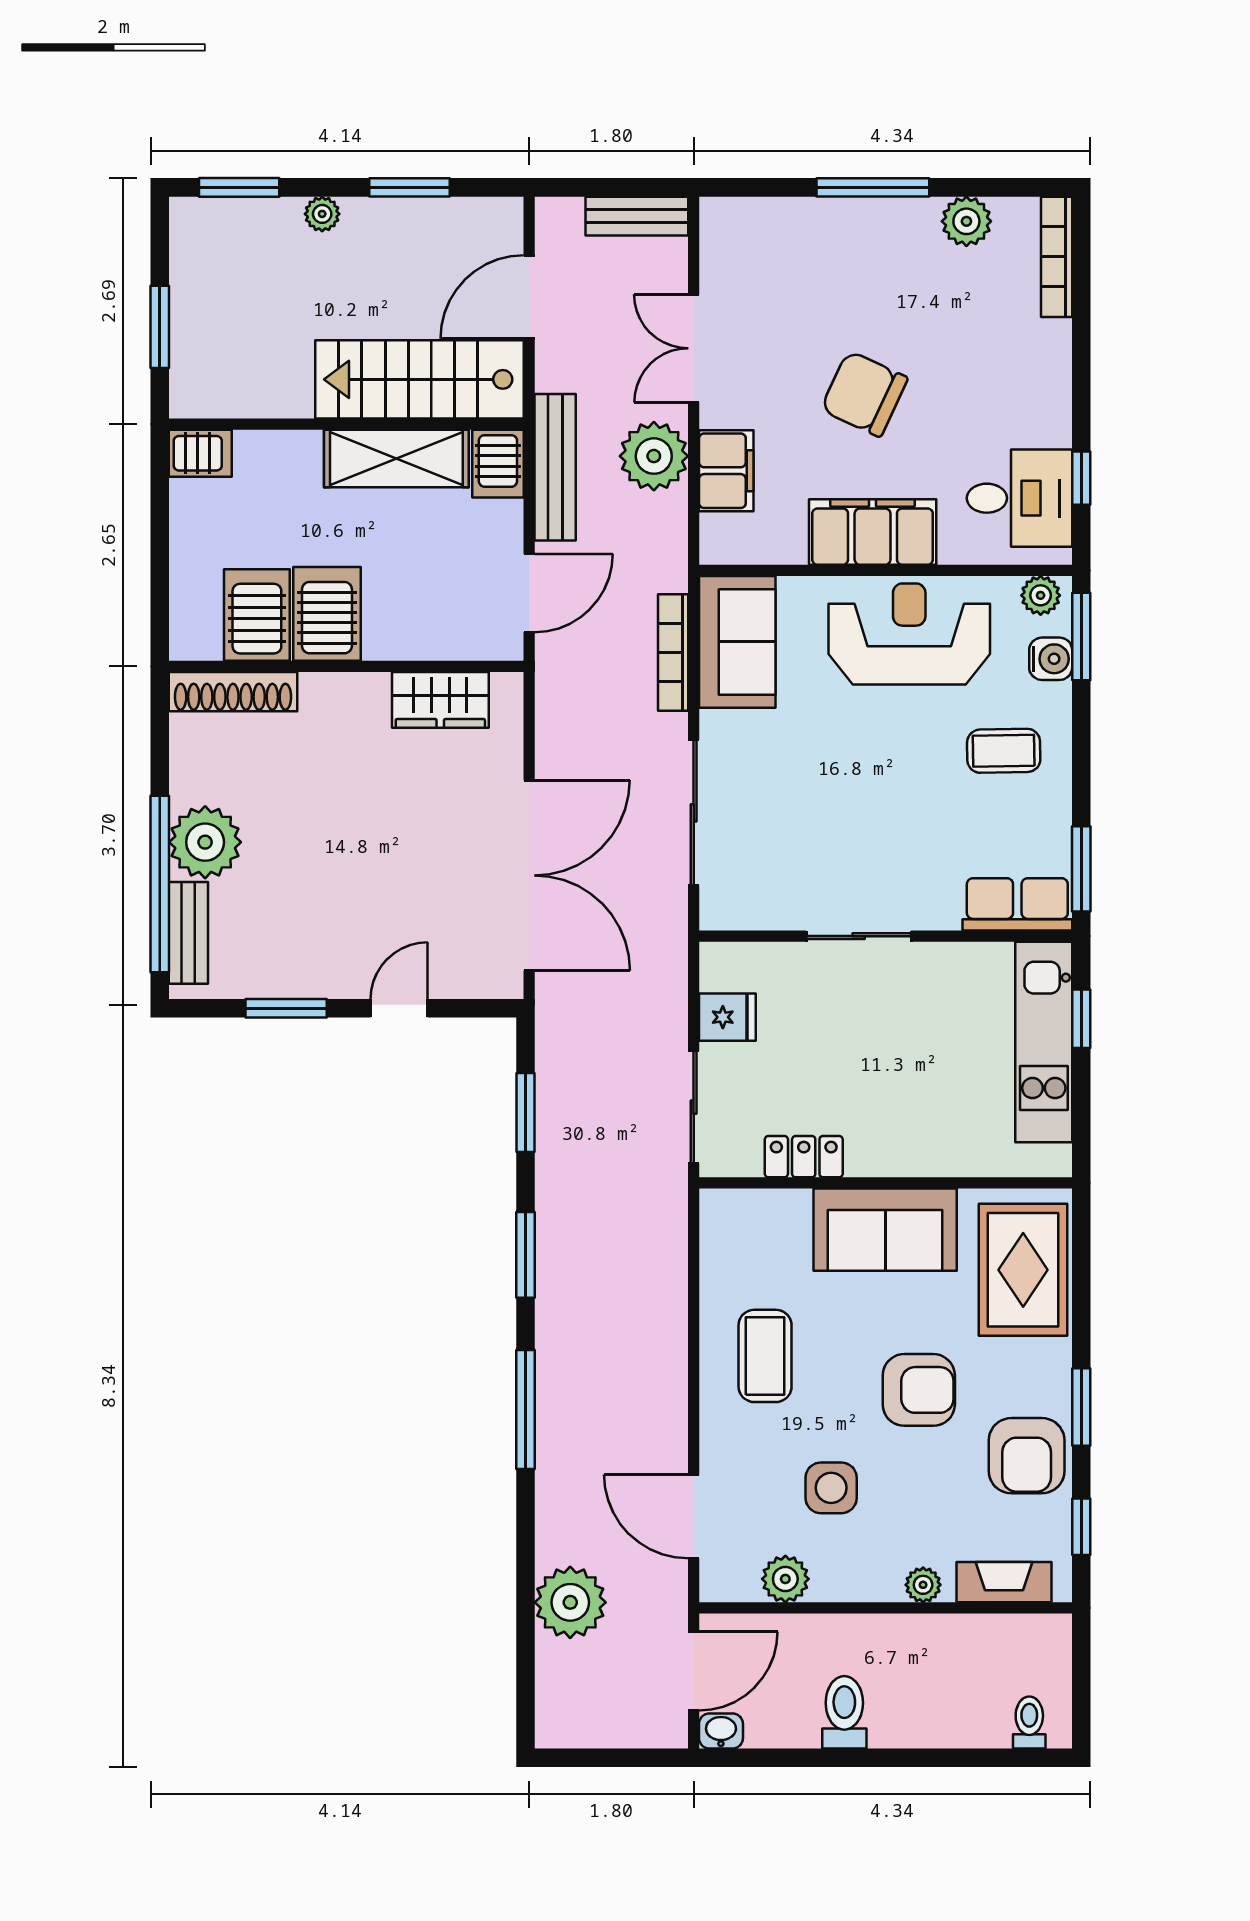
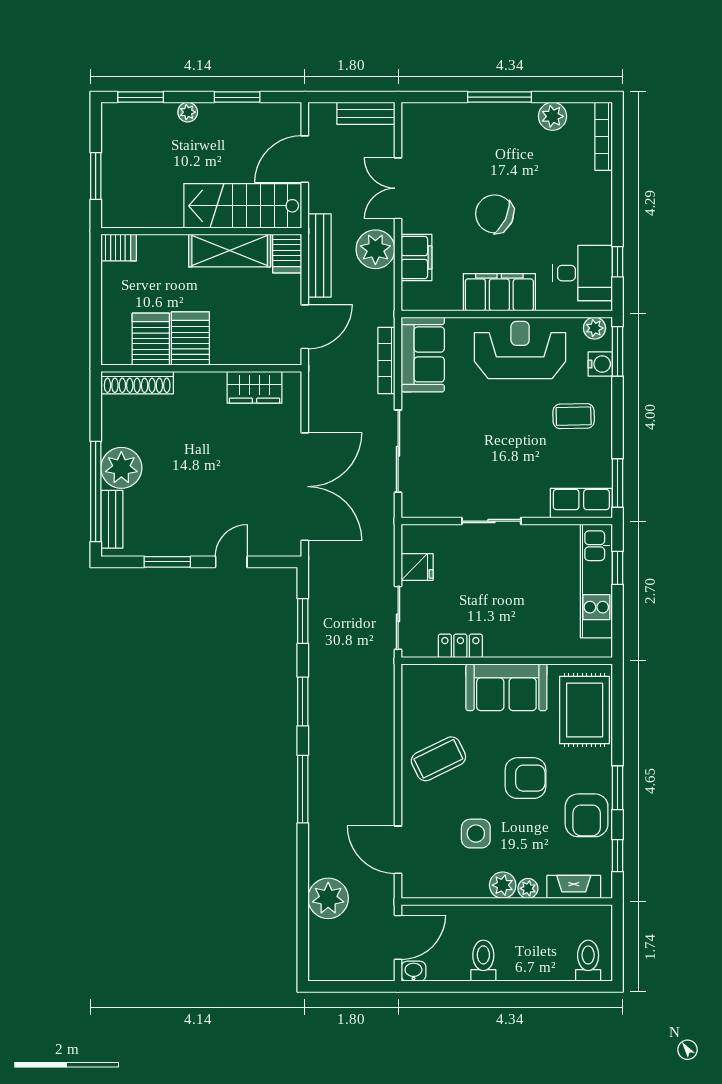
coffee table: (765, 1356) -> (438, 759), turned 64
plant: (785, 1579) -> (503, 885), moved
toilet: (1029, 1723) -> (588, 961), width x1.37, depth x1.39

